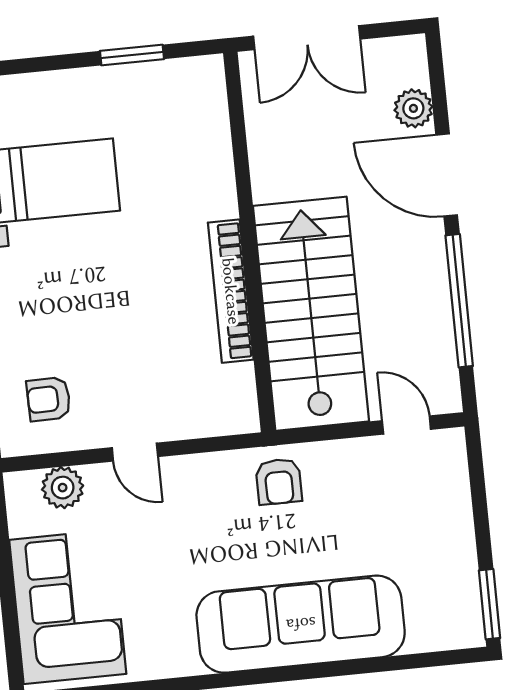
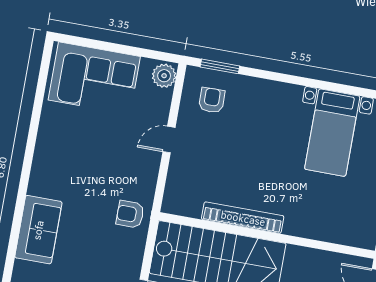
plant: (63, 488) -> (164, 76), moved
sofa: (301, 624) -> (38, 230), width x0.54, depth x0.79

